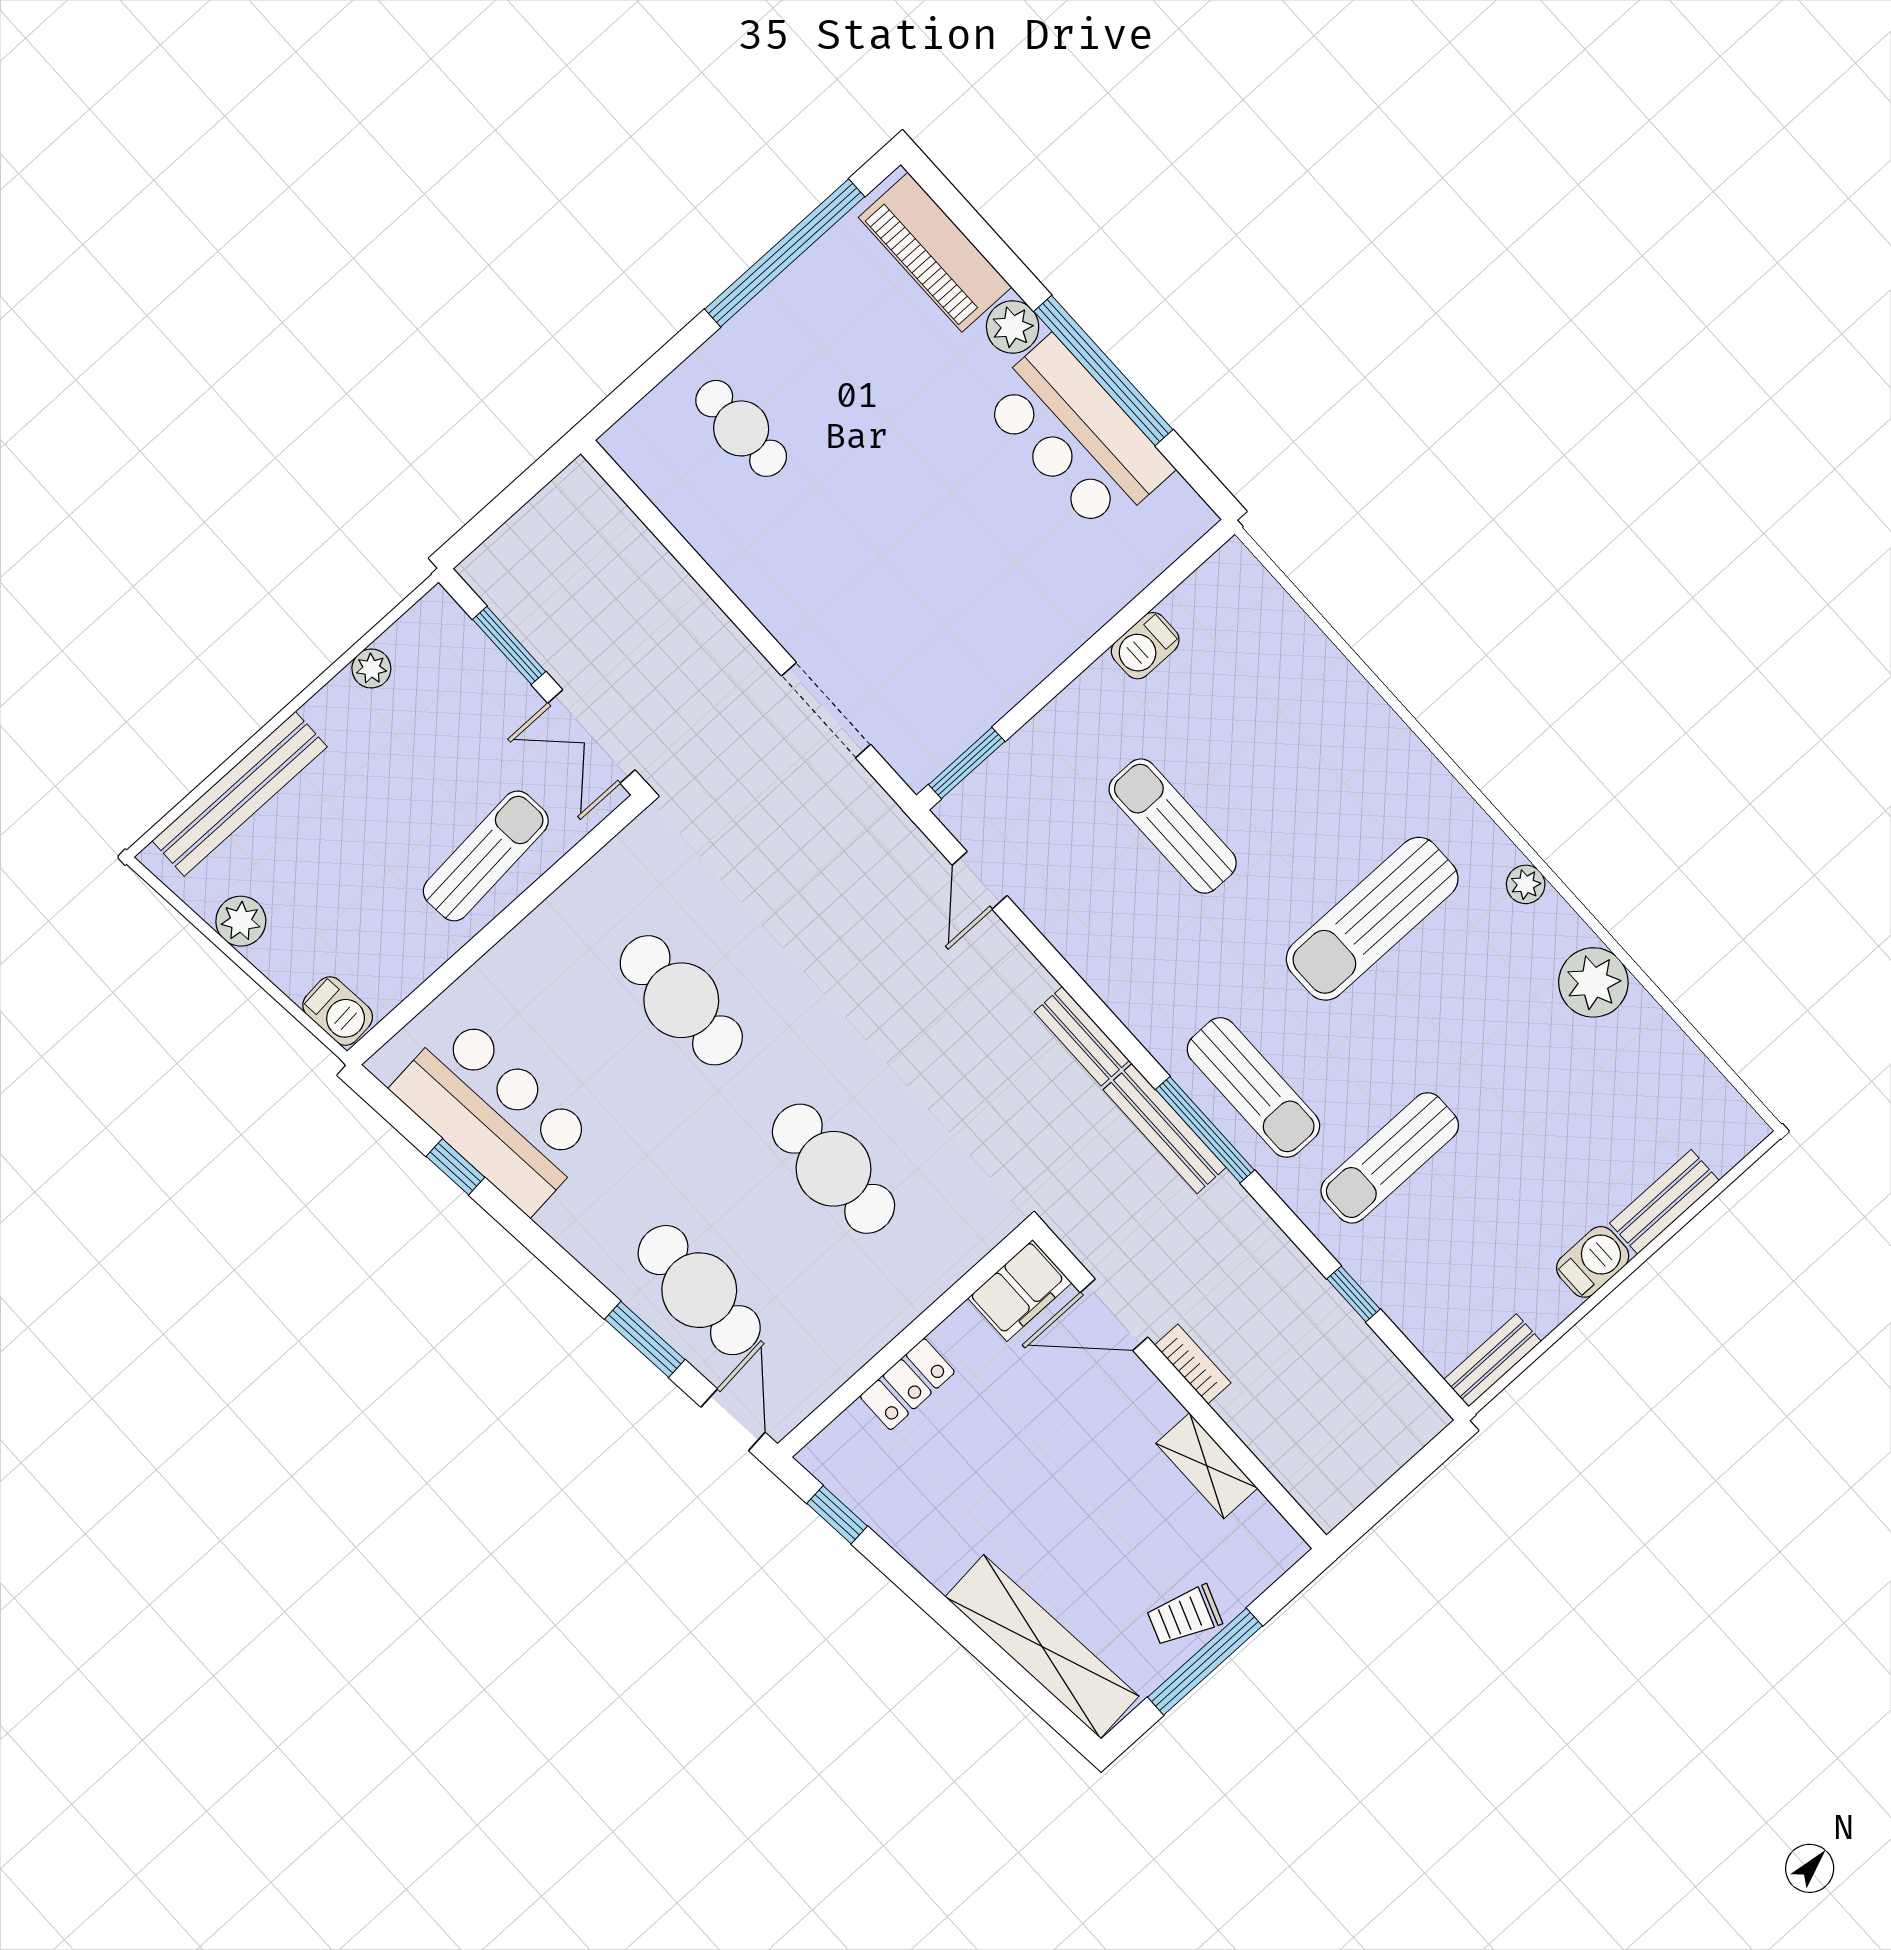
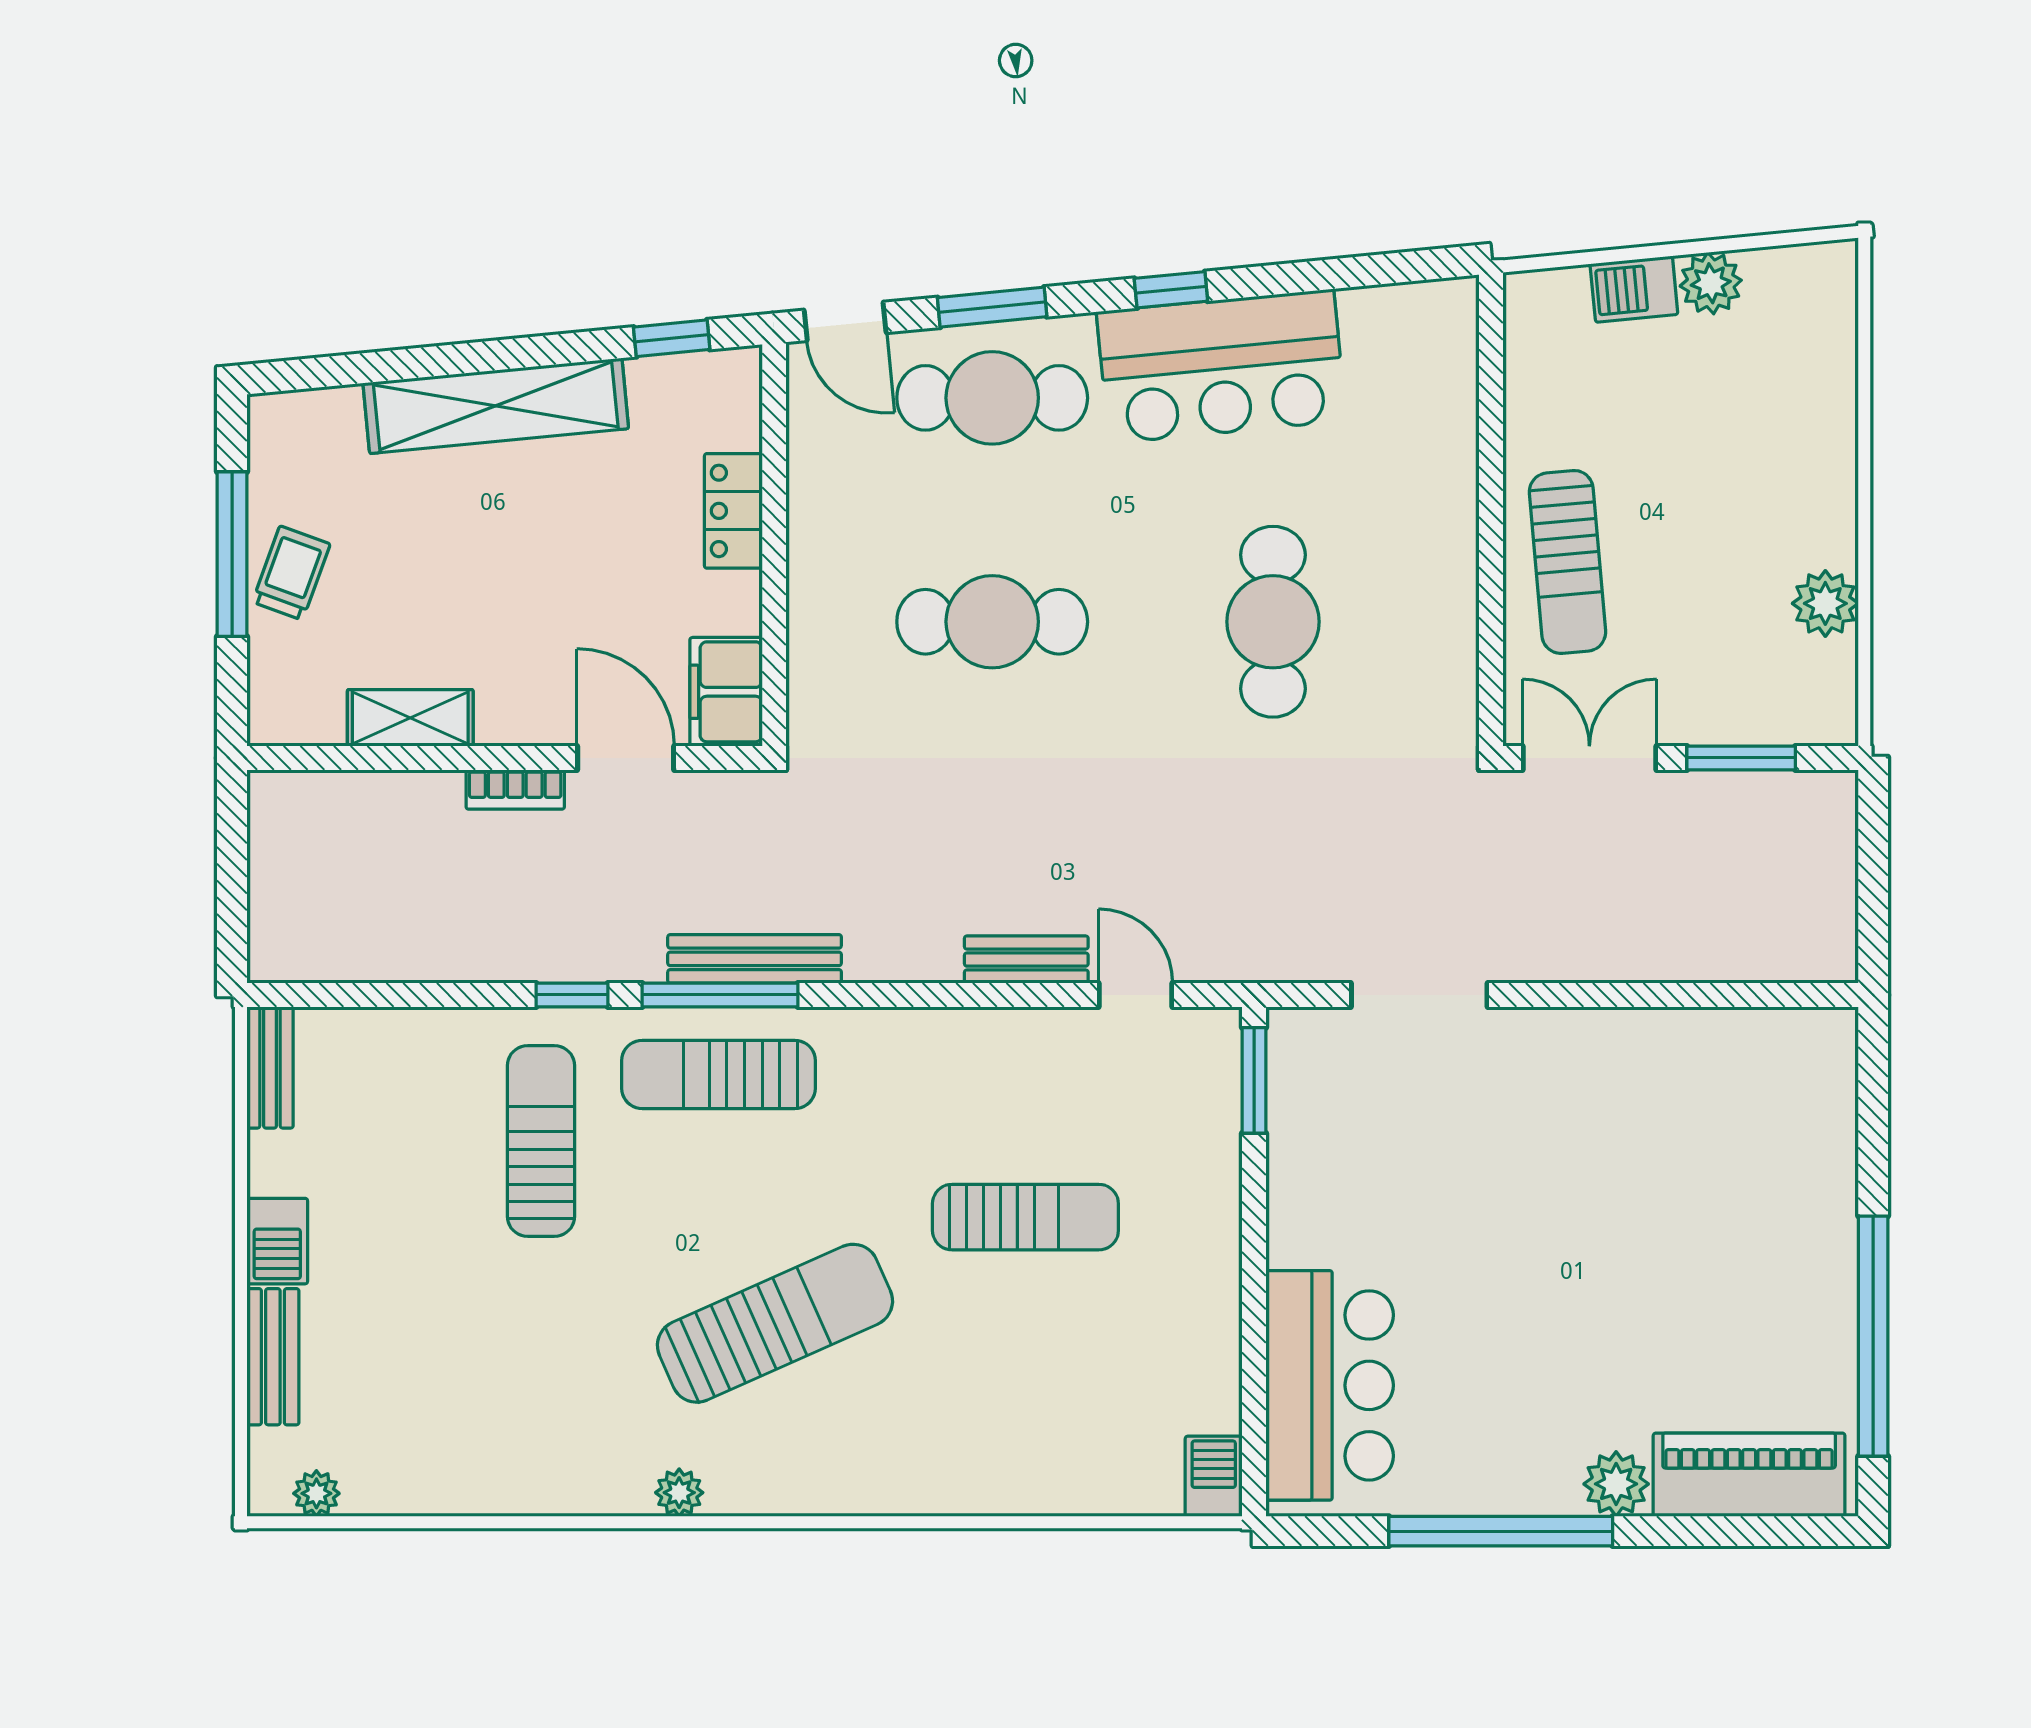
cafe table: (741, 428) -> (1748, 1151), removed
bar counter: (1076, 435) -> (1330, 1385), moved, turned 90
barbecue: (1145, 646) -> (1214, 1476), moved
plant: (371, 668) -> (1825, 603), width x1.38, depth x1.38
bench: (240, 794) -> (1829, 388), removed
sun lounger: (1372, 919) -> (775, 1323), turned 66
plant: (1593, 982) -> (316, 1493), moved, width x0.53, depth x0.53
cafe table: (681, 1000) -> (1273, 622), turned 90
barbecue: (338, 1011) -> (1634, 289), moved
bench: (1082, 1036) -> (1026, 960), moved
bar counter: (495, 1114) -> (1221, 366), moved
window: (455, 1167) -> (1171, 290), moved
window: (1354, 1294) -> (572, 995), moved
door: (1114, 1315) -> (626, 758), hinge flipped
shelving: (1042, 1647) -> (496, 406), moved

